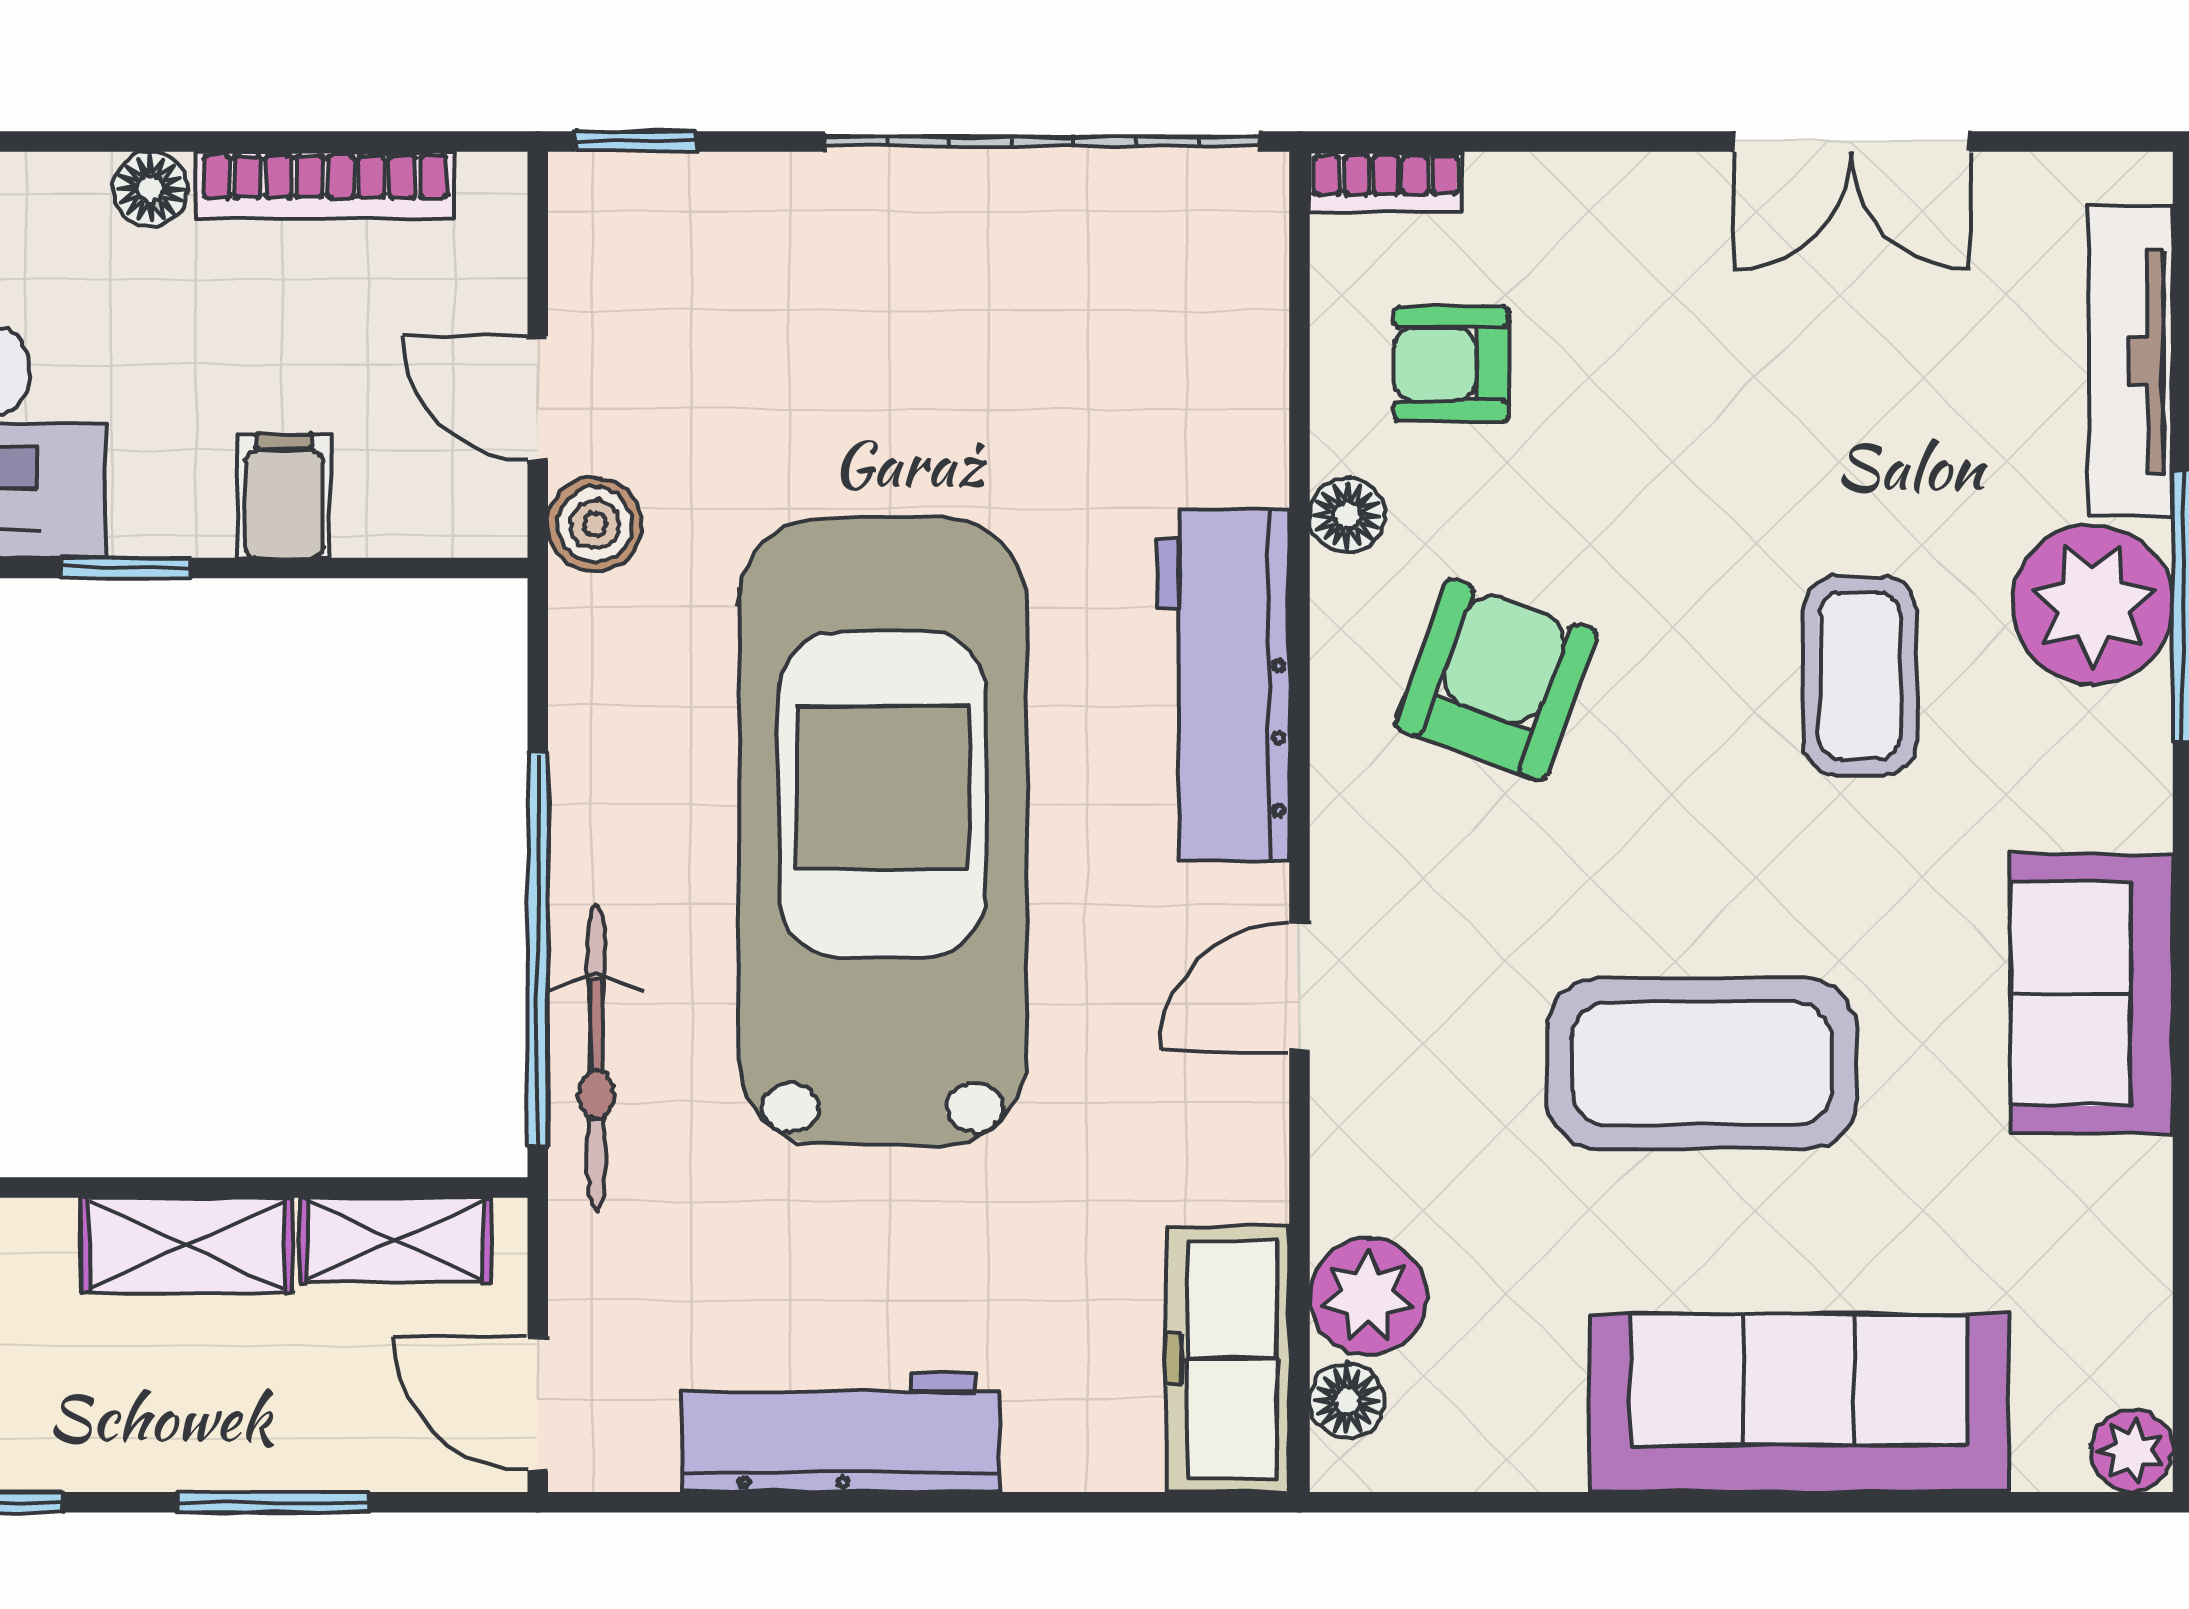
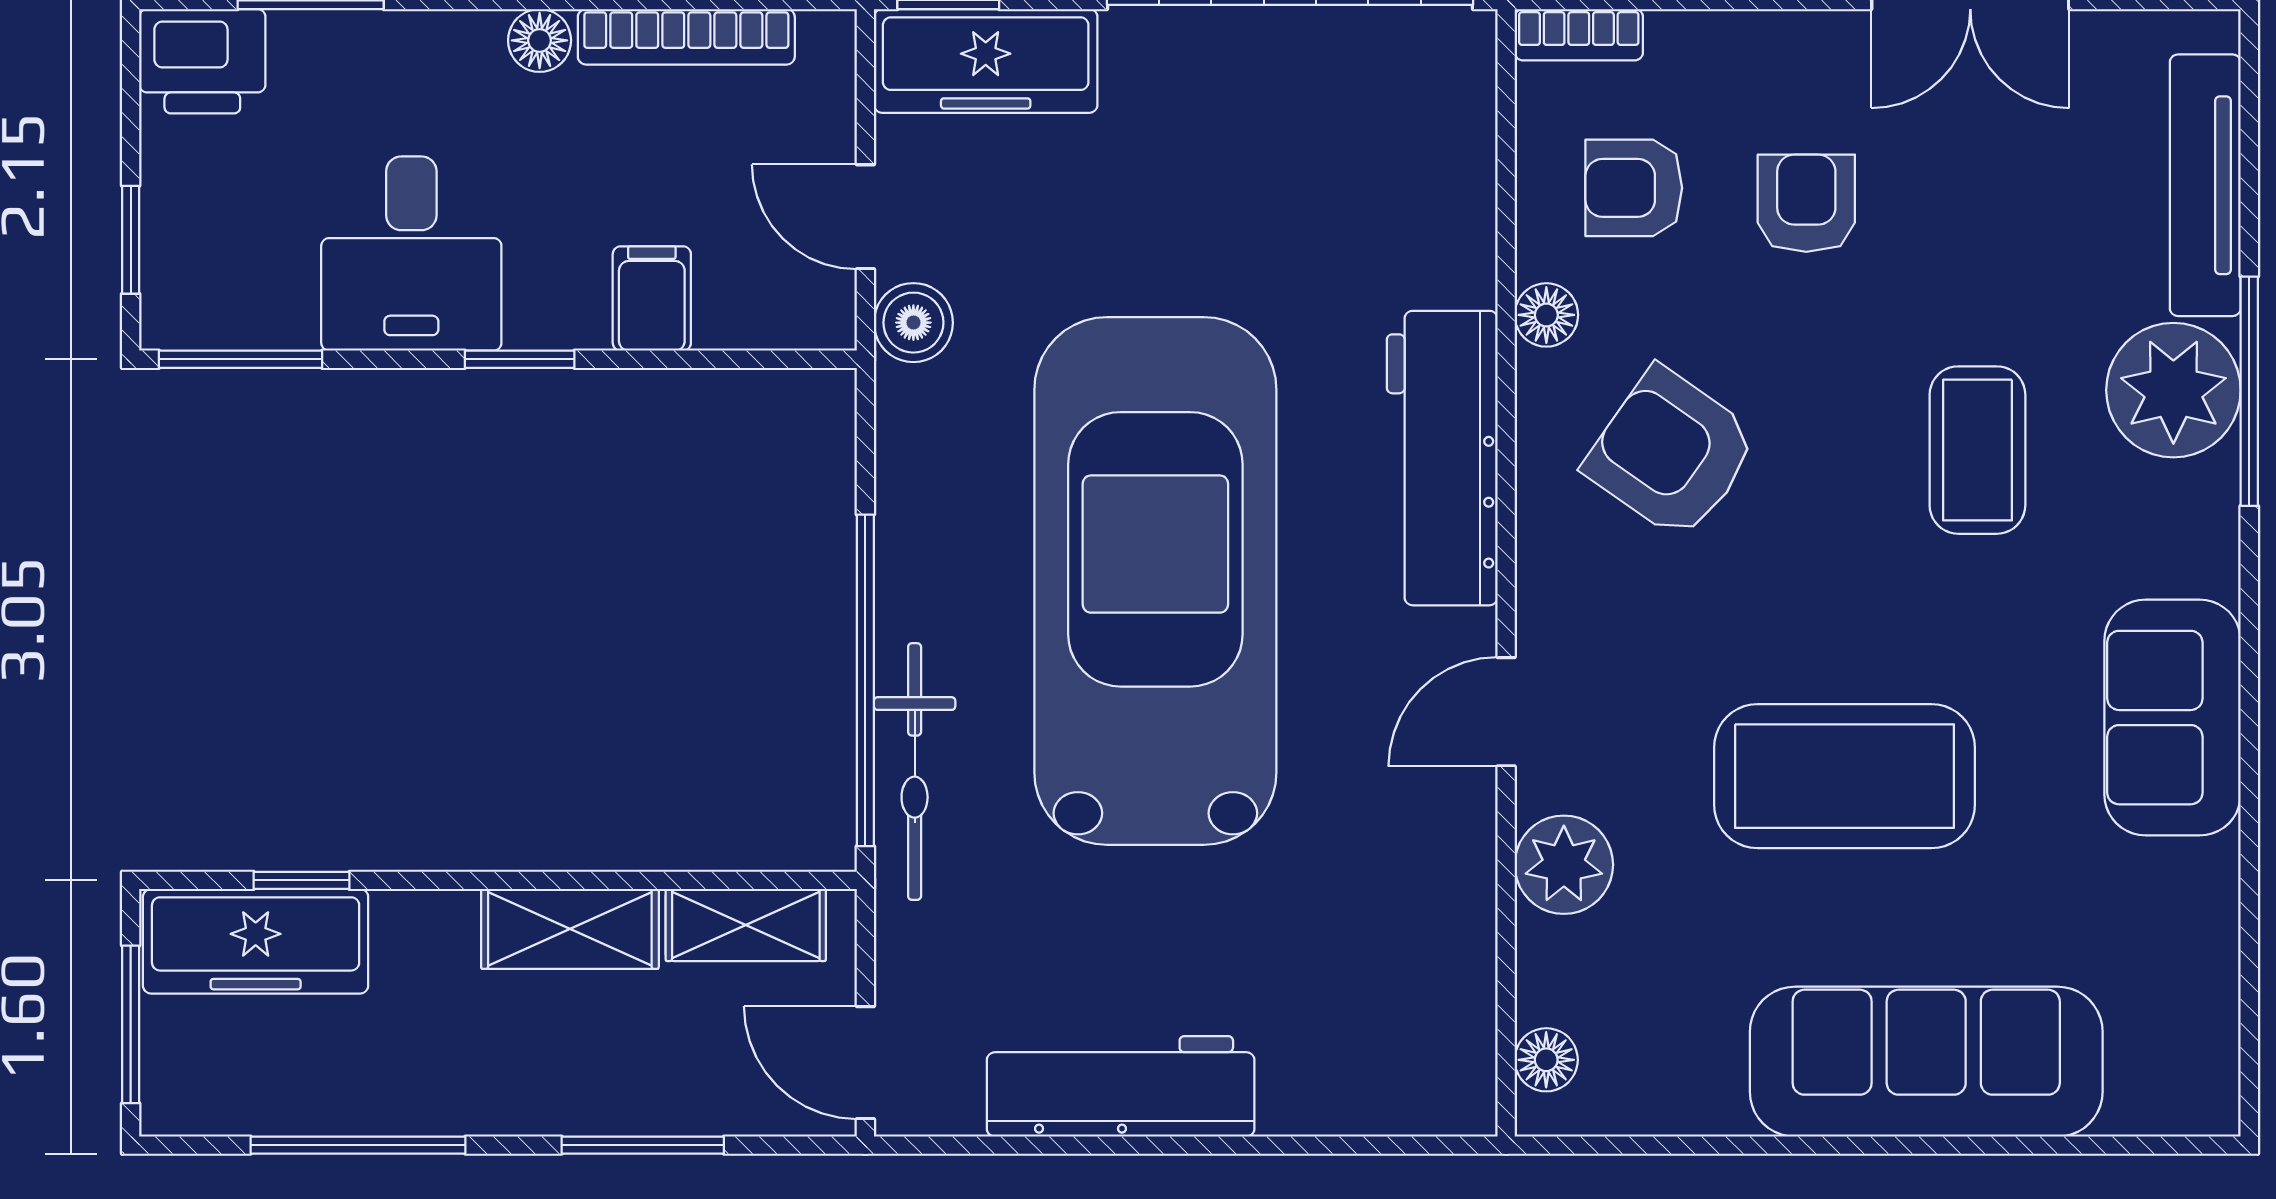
armchair: (1656, 382) -> (1806, 203), added
armchair: (1496, 680) -> (1671, 453), turned -75
plant: (1368, 1297) -> (1564, 865), moved
freezer: (1228, 1359) -> (986, 61), moved, turned -90
plant: (2132, 1451) -> (2206, 1102), removed

